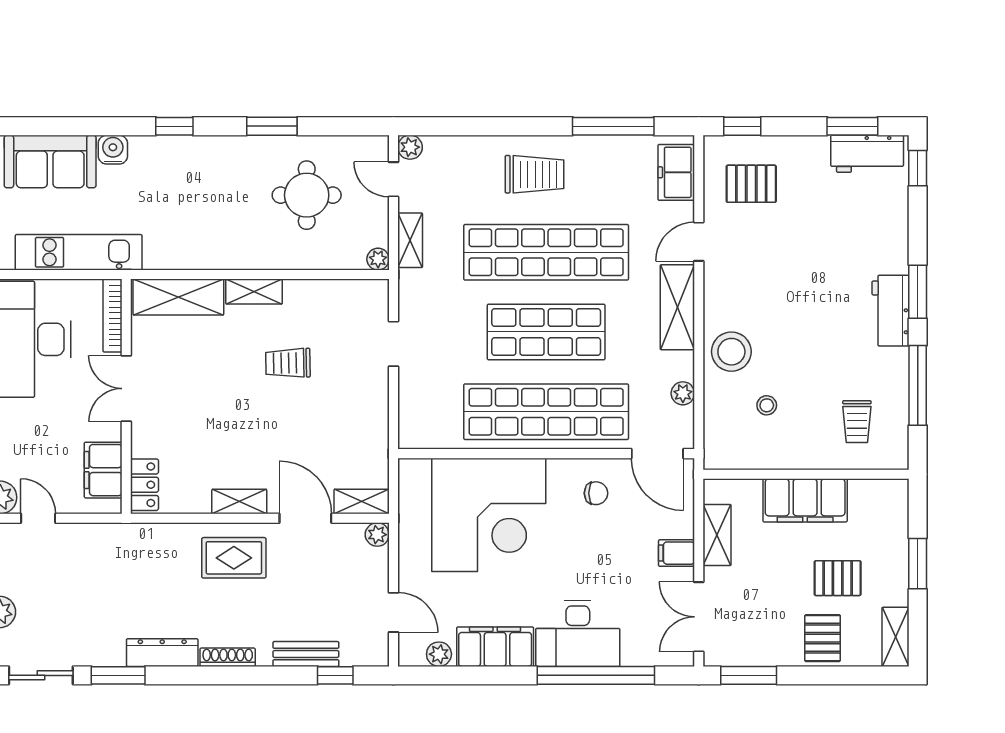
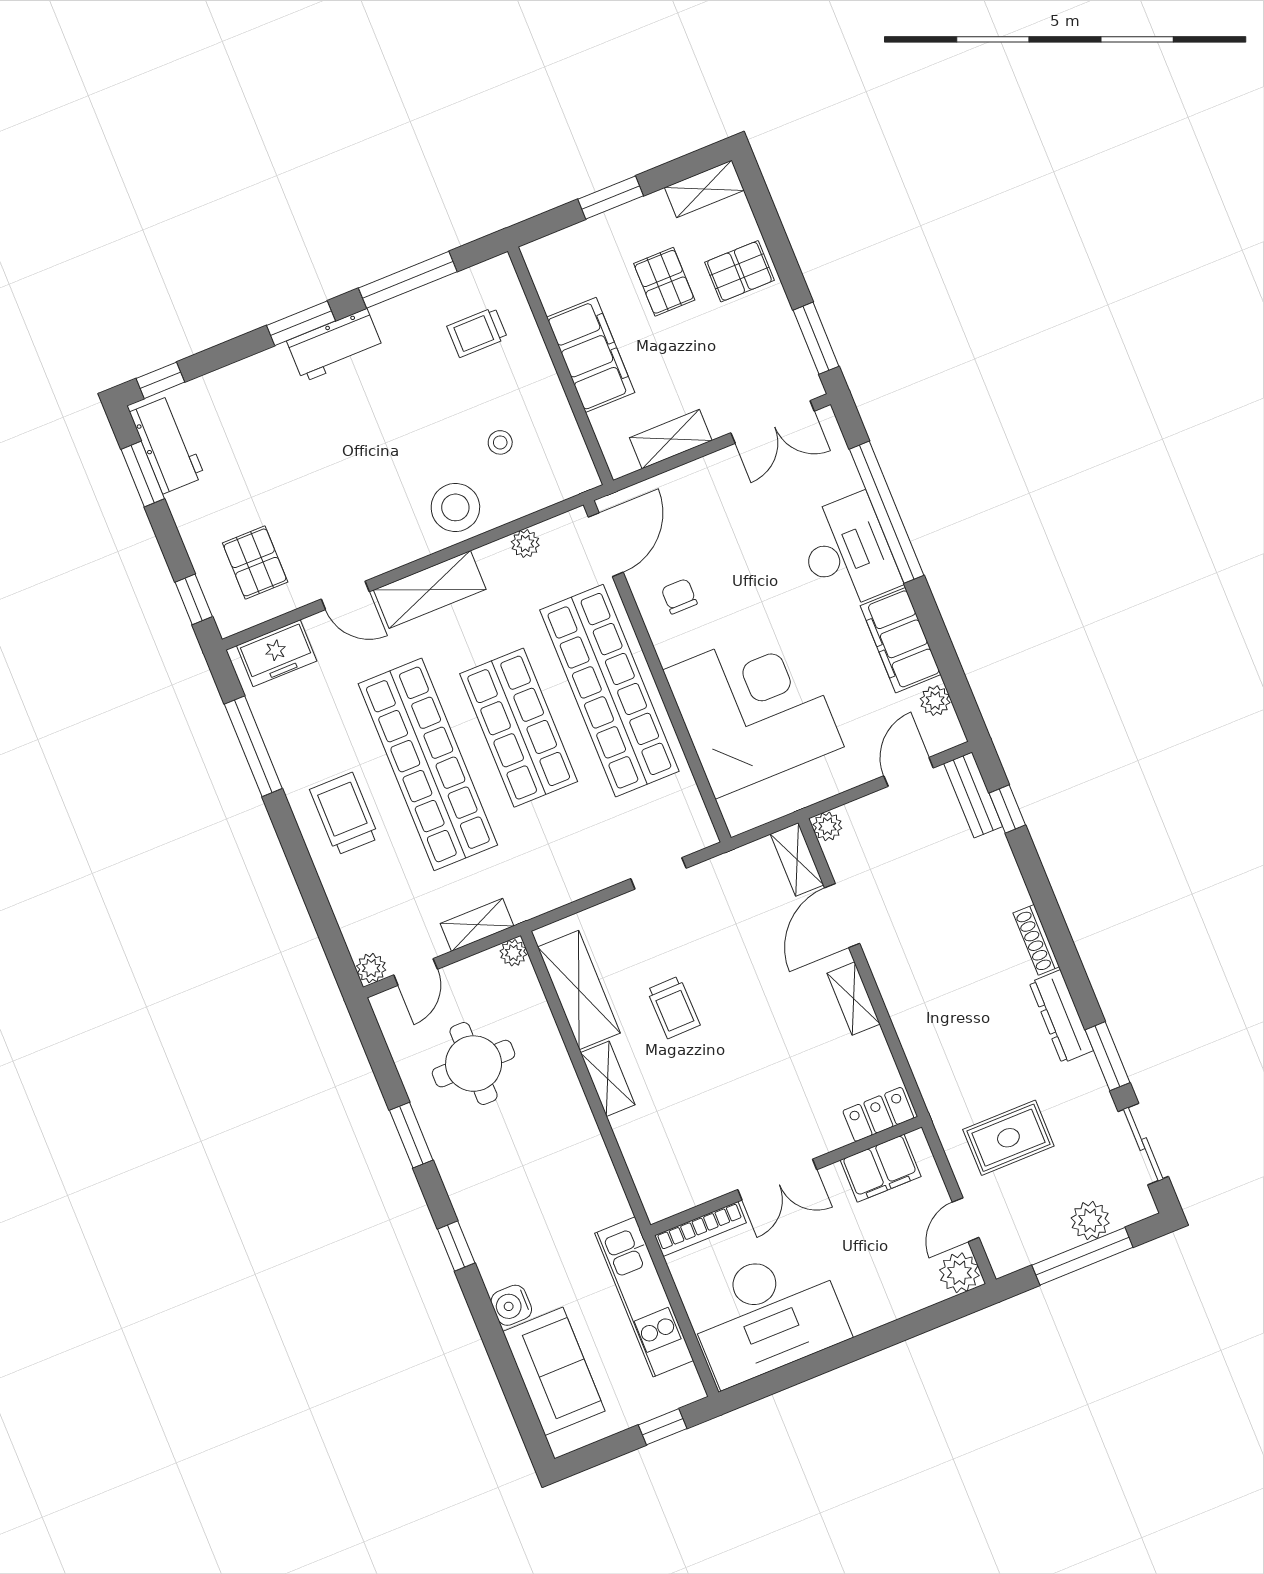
shelving: (178, 297) -> (579, 990), moved
doorway: (393, 344) -> (658, 873), moved
trolley: (857, 422) -> (477, 332), turned 180
filing cabinet: (677, 553) -> (710, 477), removed
rug: (234, 558) -> (1008, 1138), moved, turned 90
bench: (306, 654) -> (973, 795), moved

